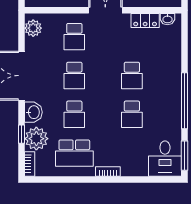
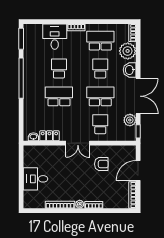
plant: (33, 28) -> (130, 120), moved
school desk: (74, 75) -> (100, 96), width x1.85
school desk: (132, 75) -> (59, 96), width x1.85
window: (22, 134) -> (138, 131), moved
desk: (165, 159) -> (55, 37), moved

